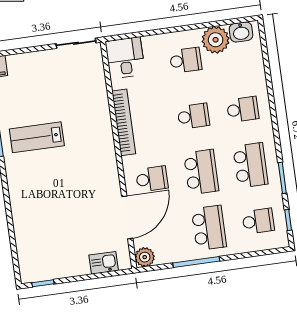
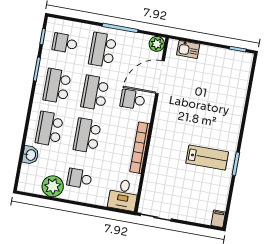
washbasin: (241, 32) -> (30, 155), moved, turned 90
school desk: (243, 109) -> (49, 129), width x1.85
school desk: (193, 116) -> (87, 136), width x1.85

